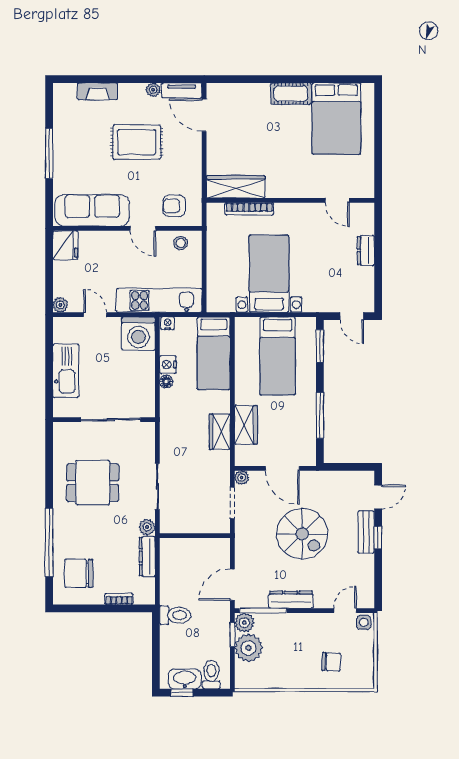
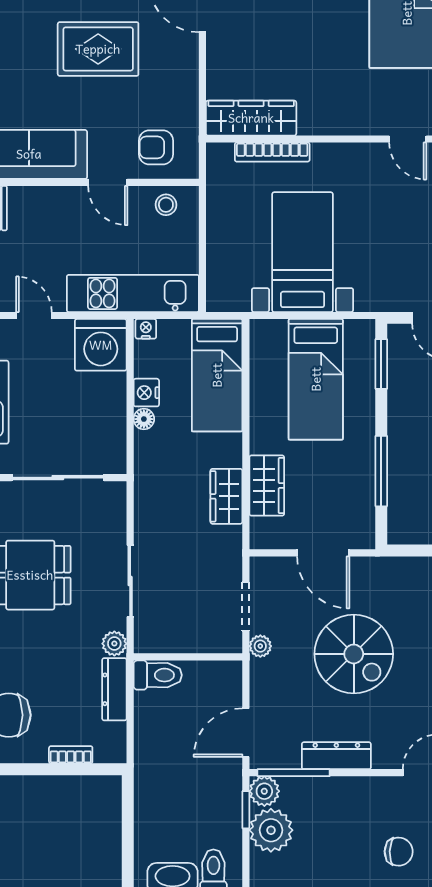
plant: (242, 478) -> (260, 646), moved
toilet: (175, 615) -> (158, 675), moved

